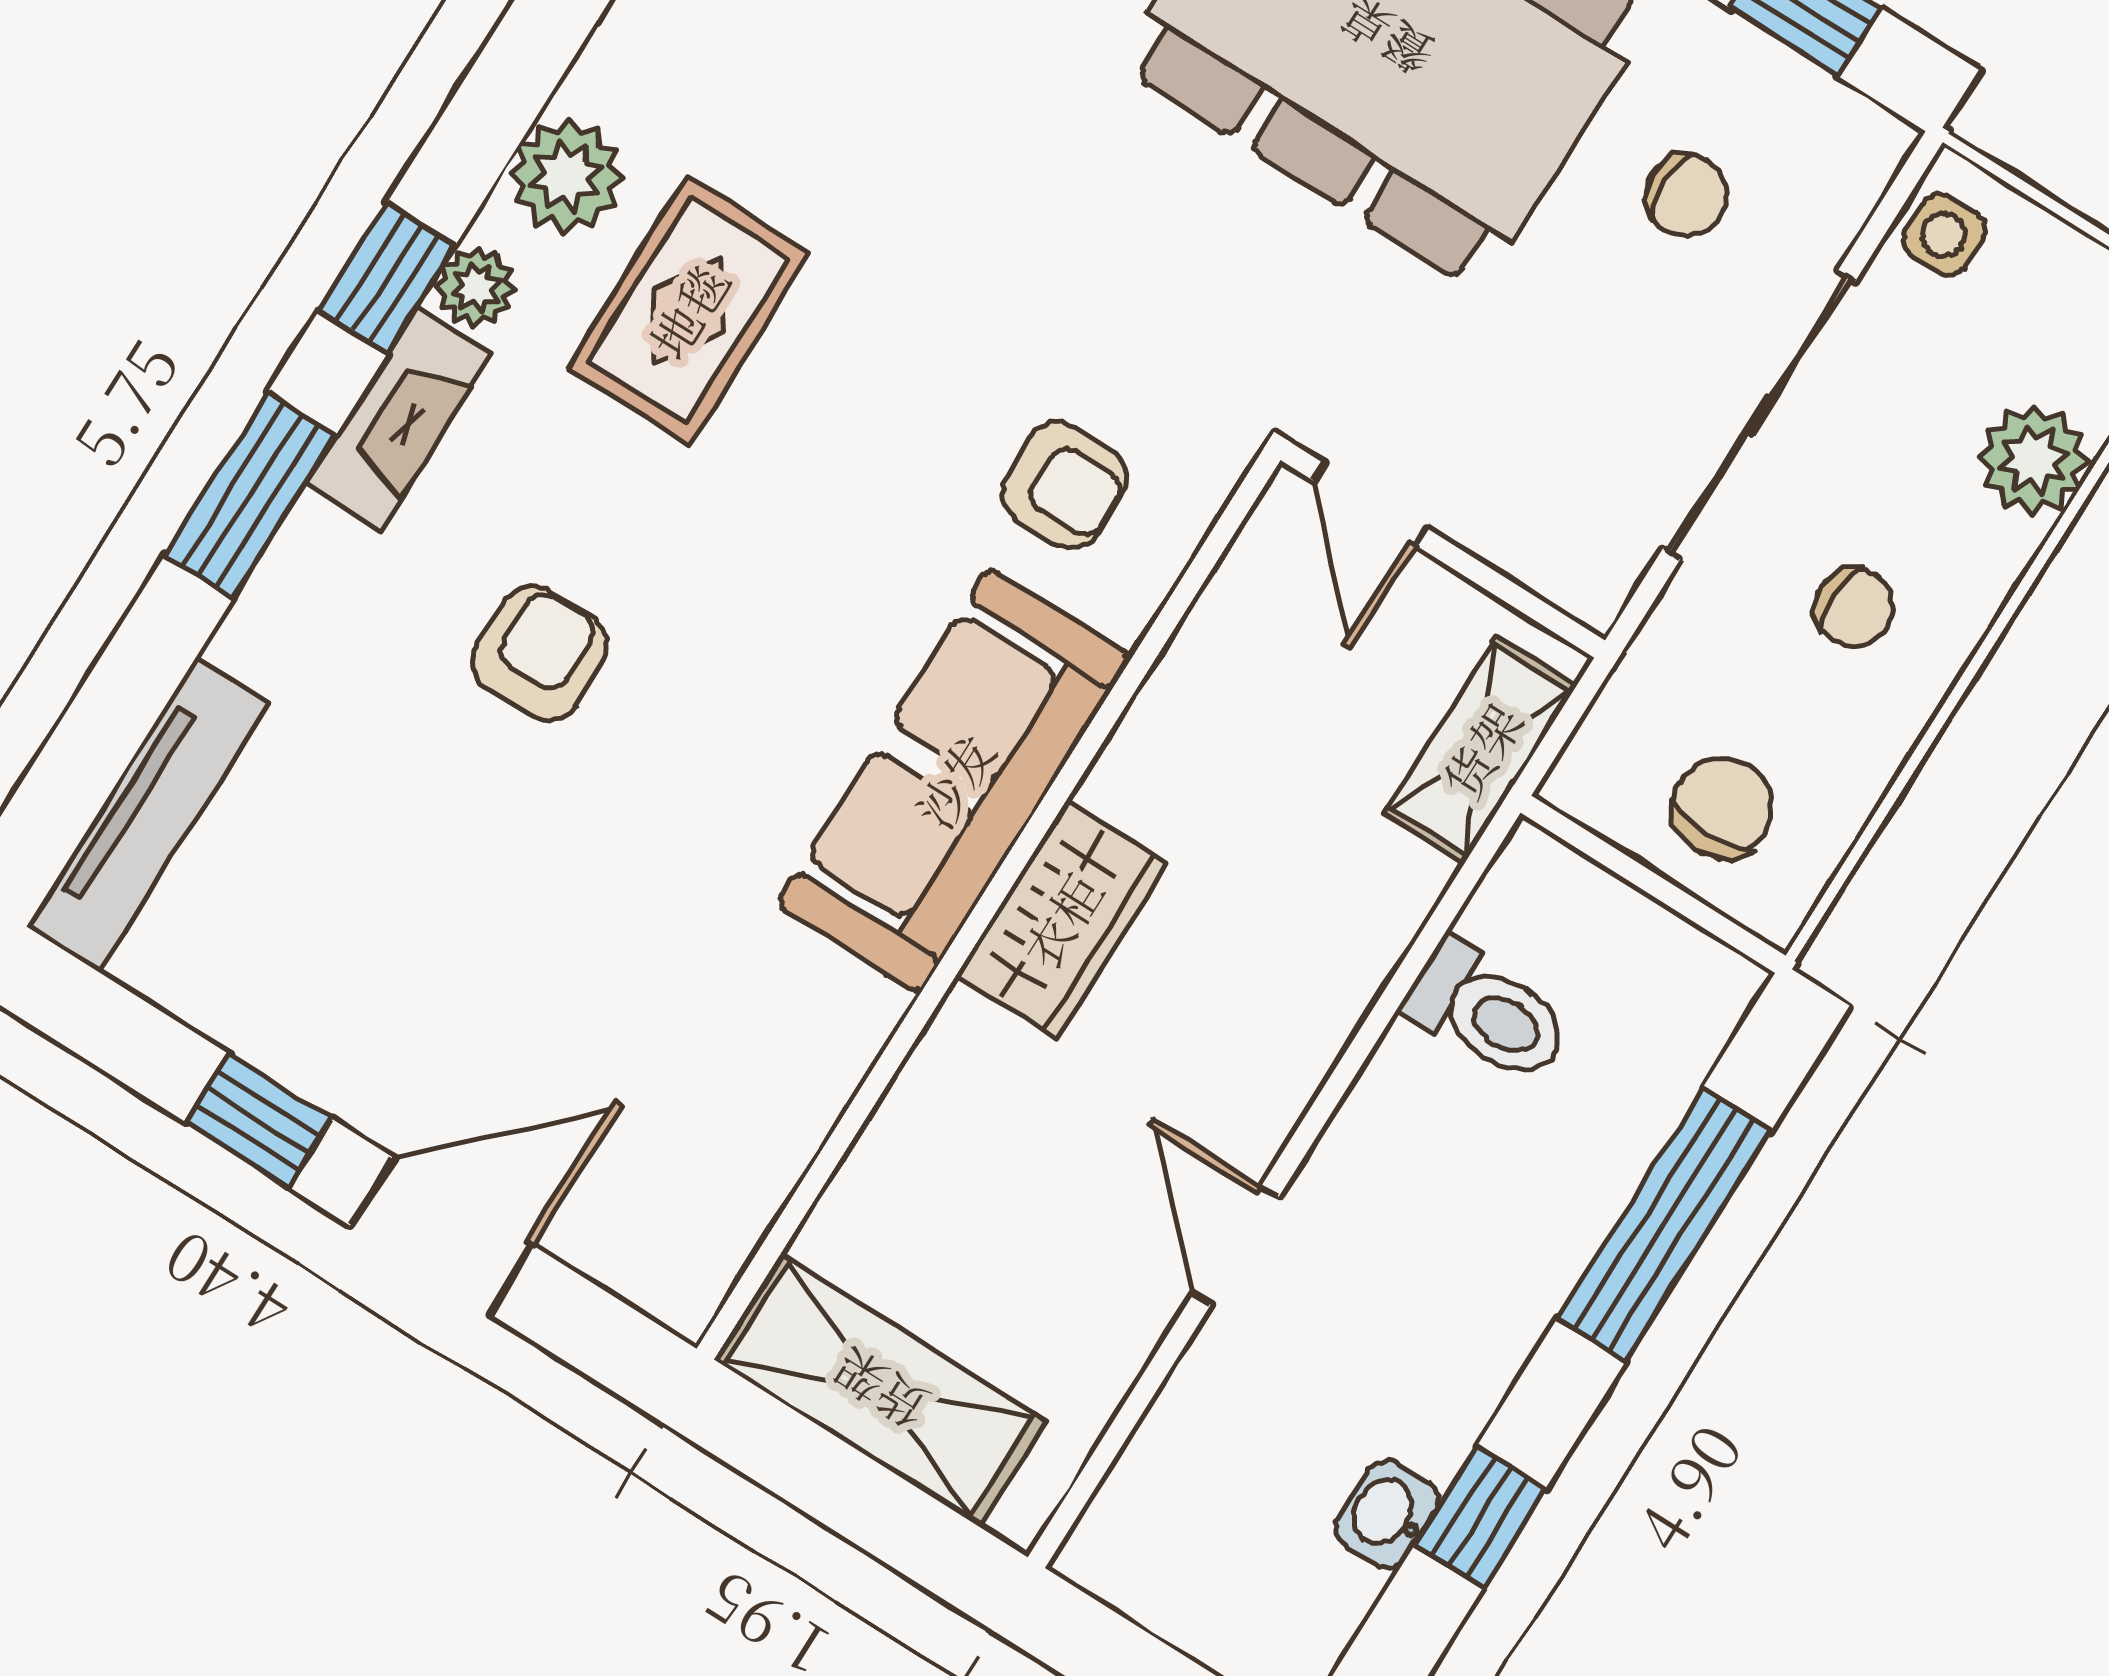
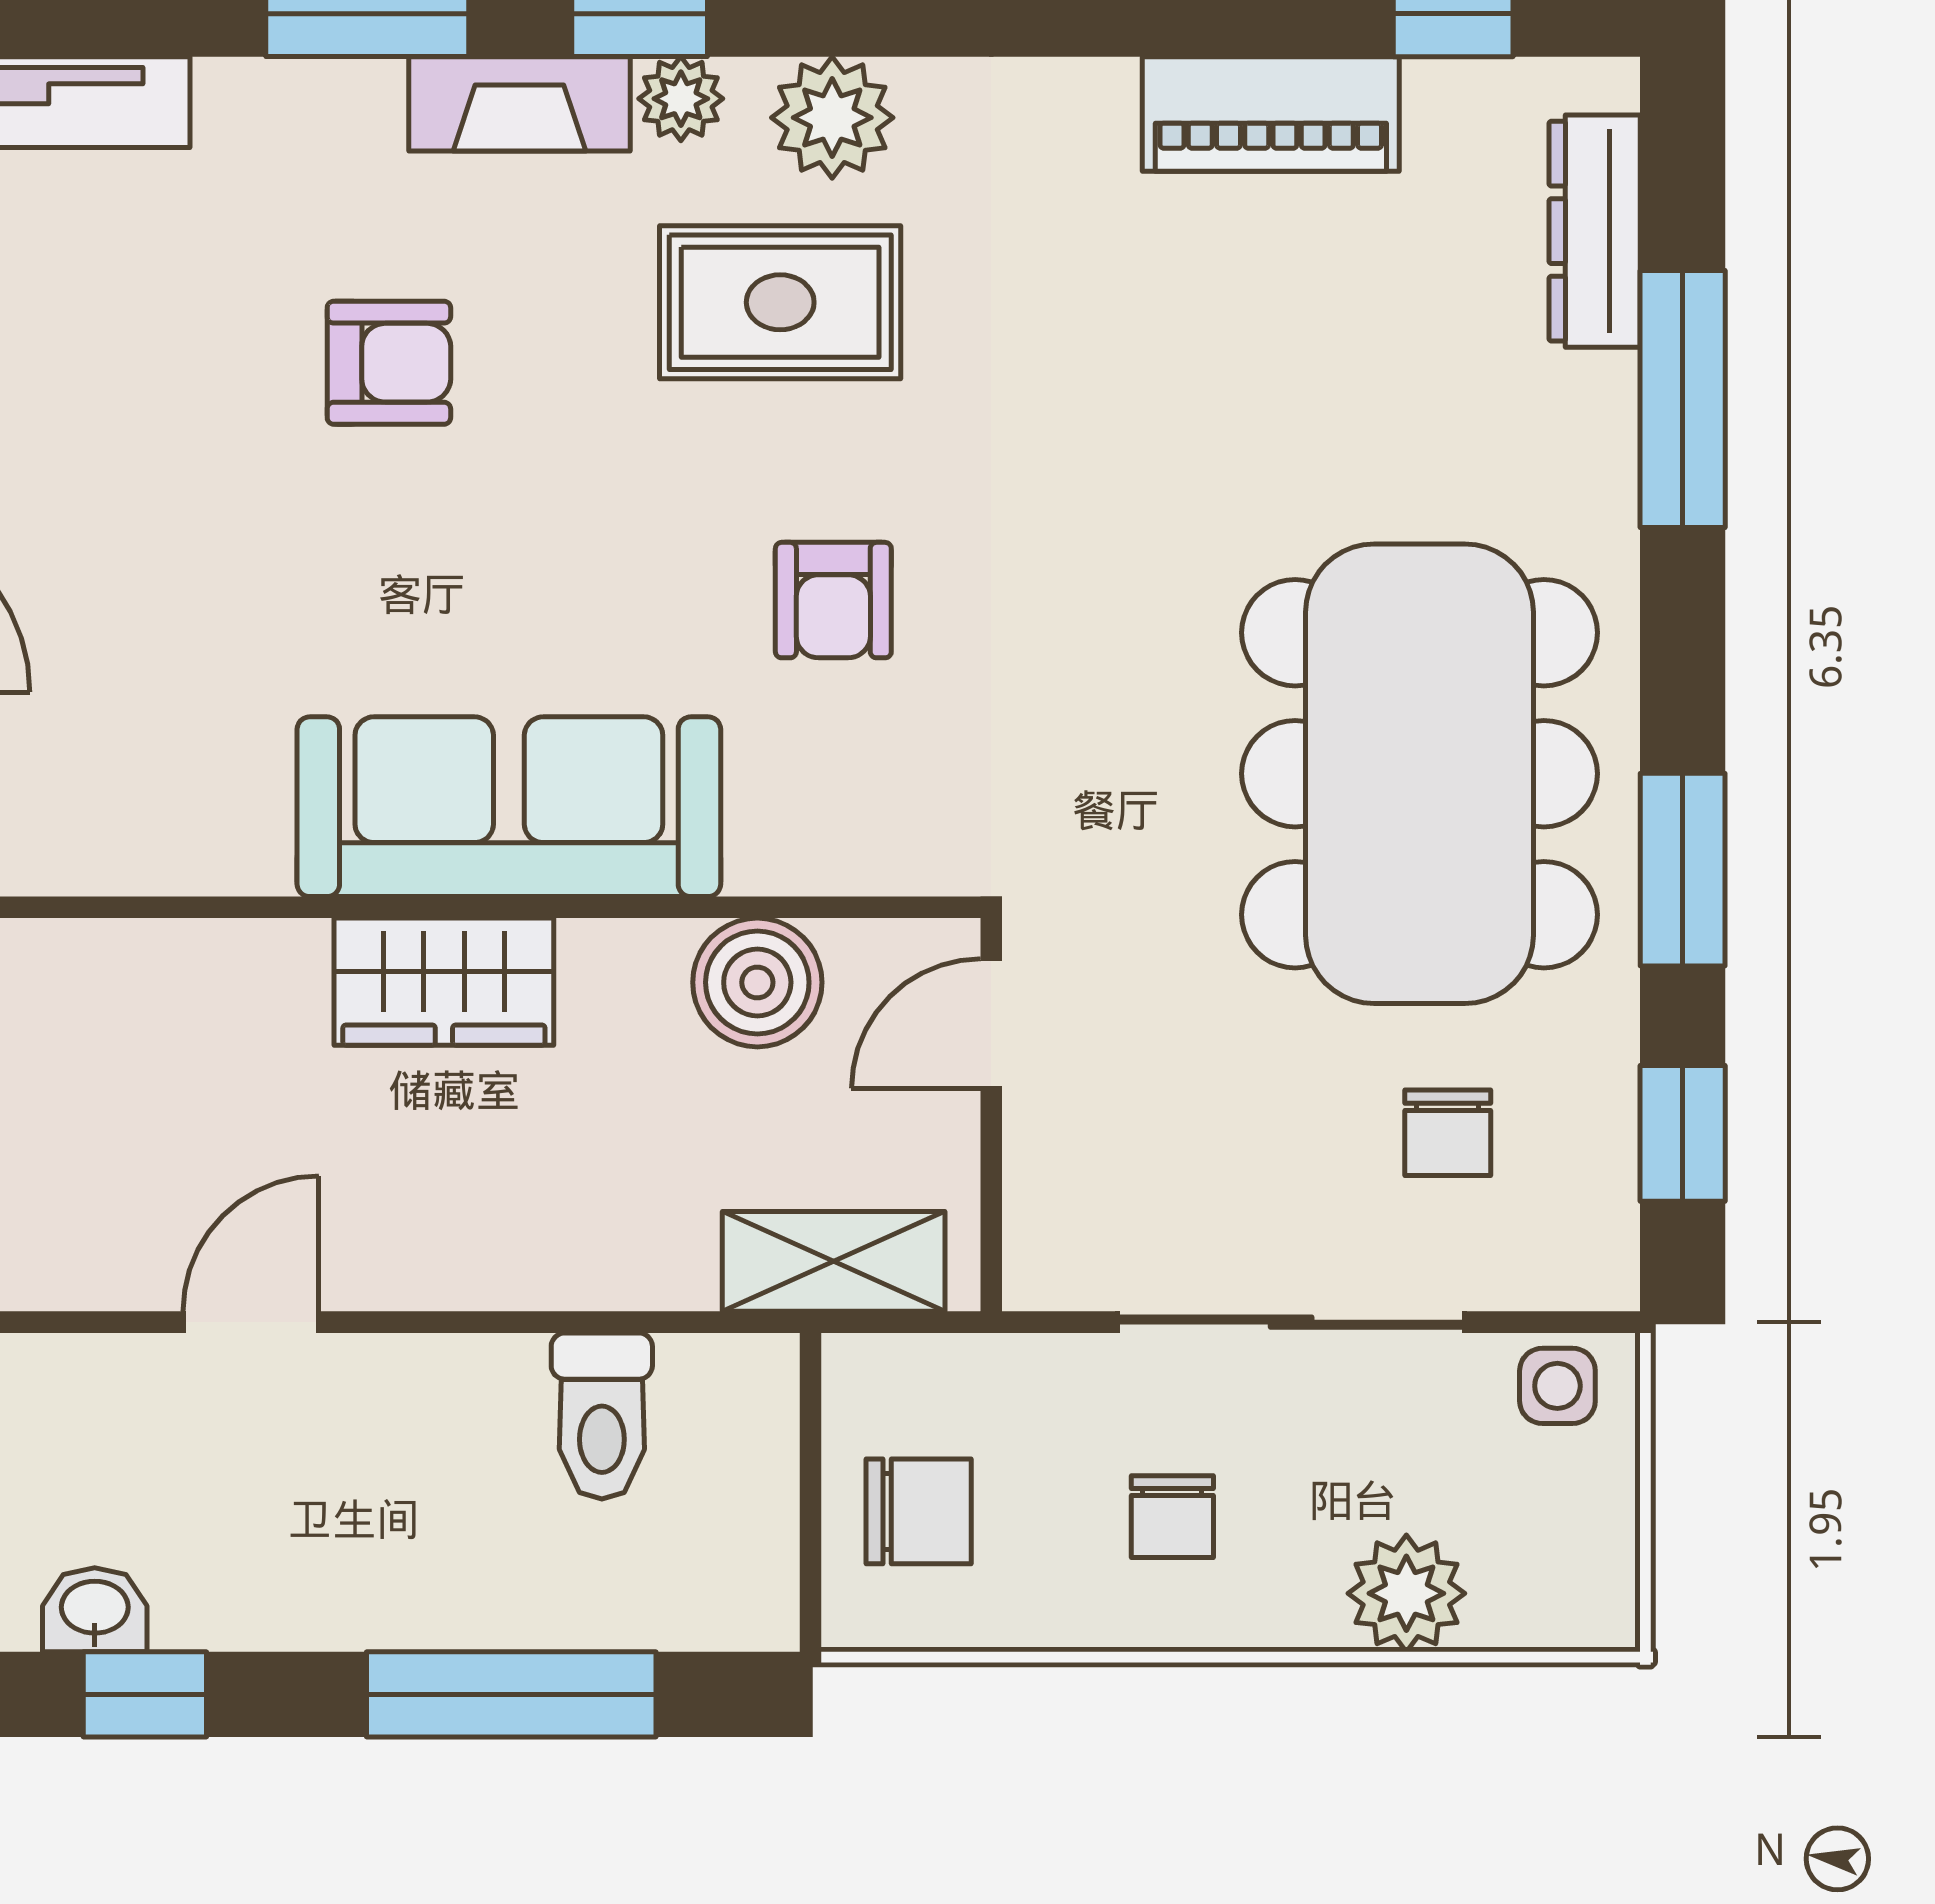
armchair: (1064, 485) -> (833, 600), moved
boiler: (1220, 671) -> (757, 982), added

